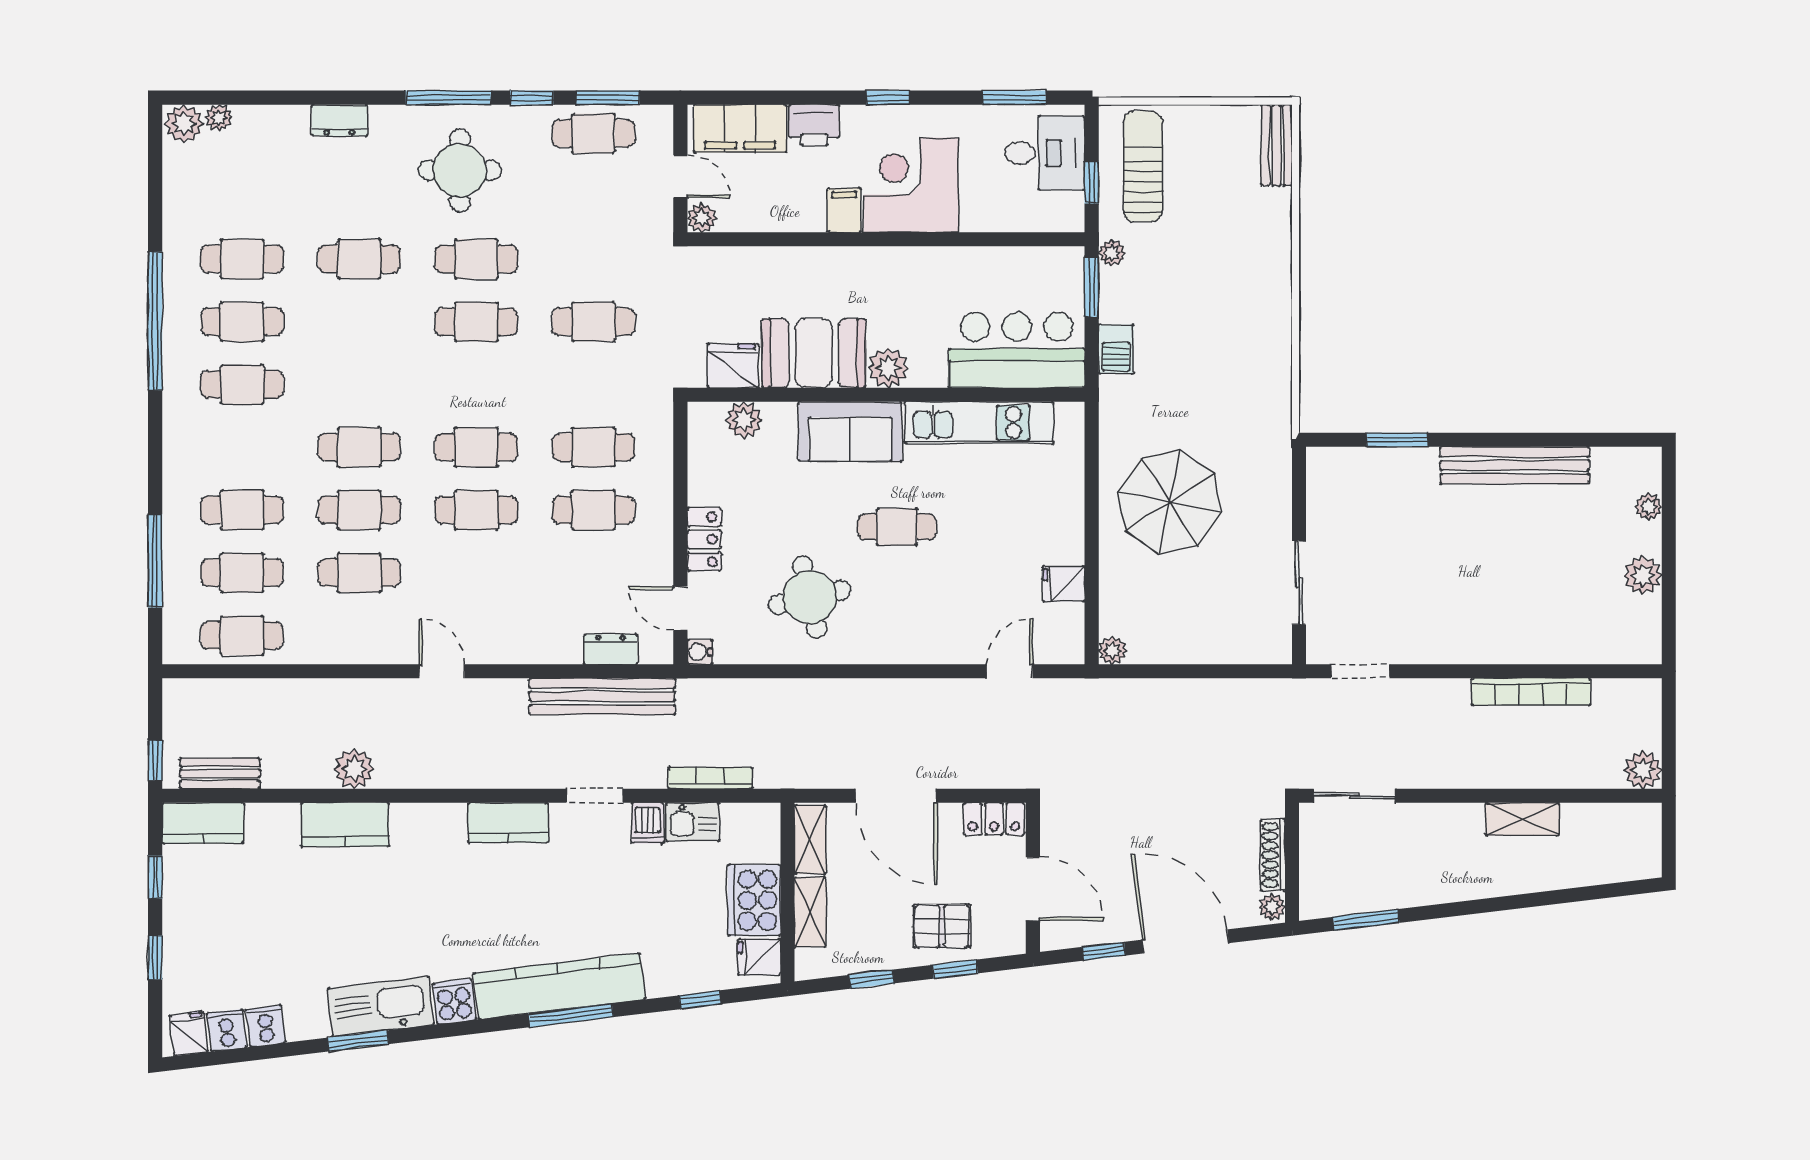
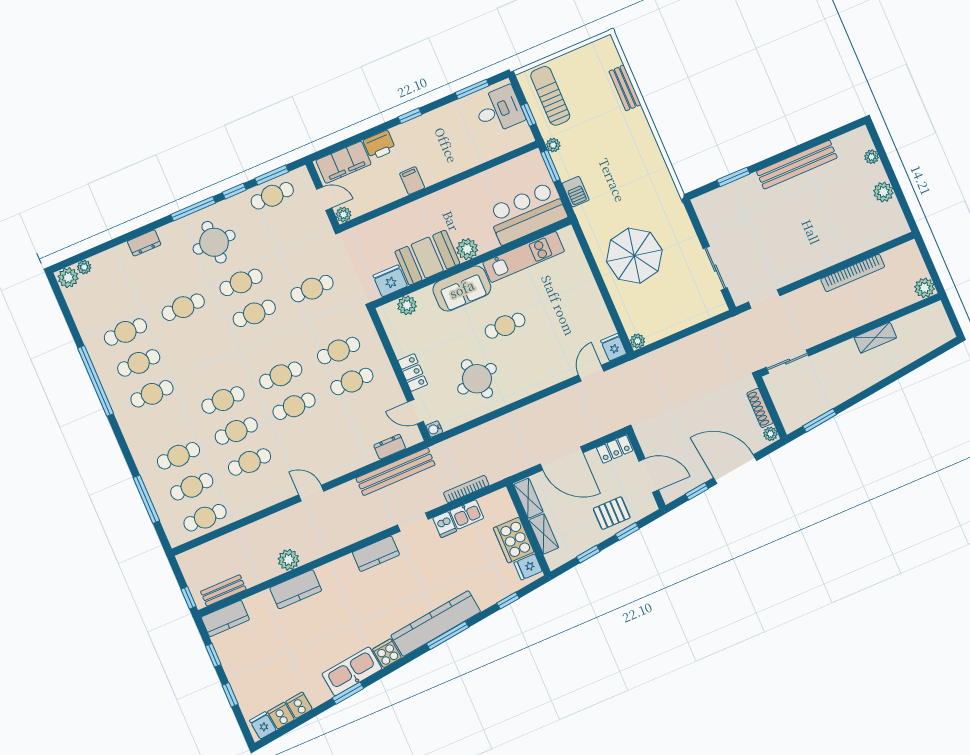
bench: (1277, 145) -> (625, 88), moved
corner desk: (911, 185) -> (440, 154), removed
fridge: (1064, 584) -> (614, 347), moved, turned 90

